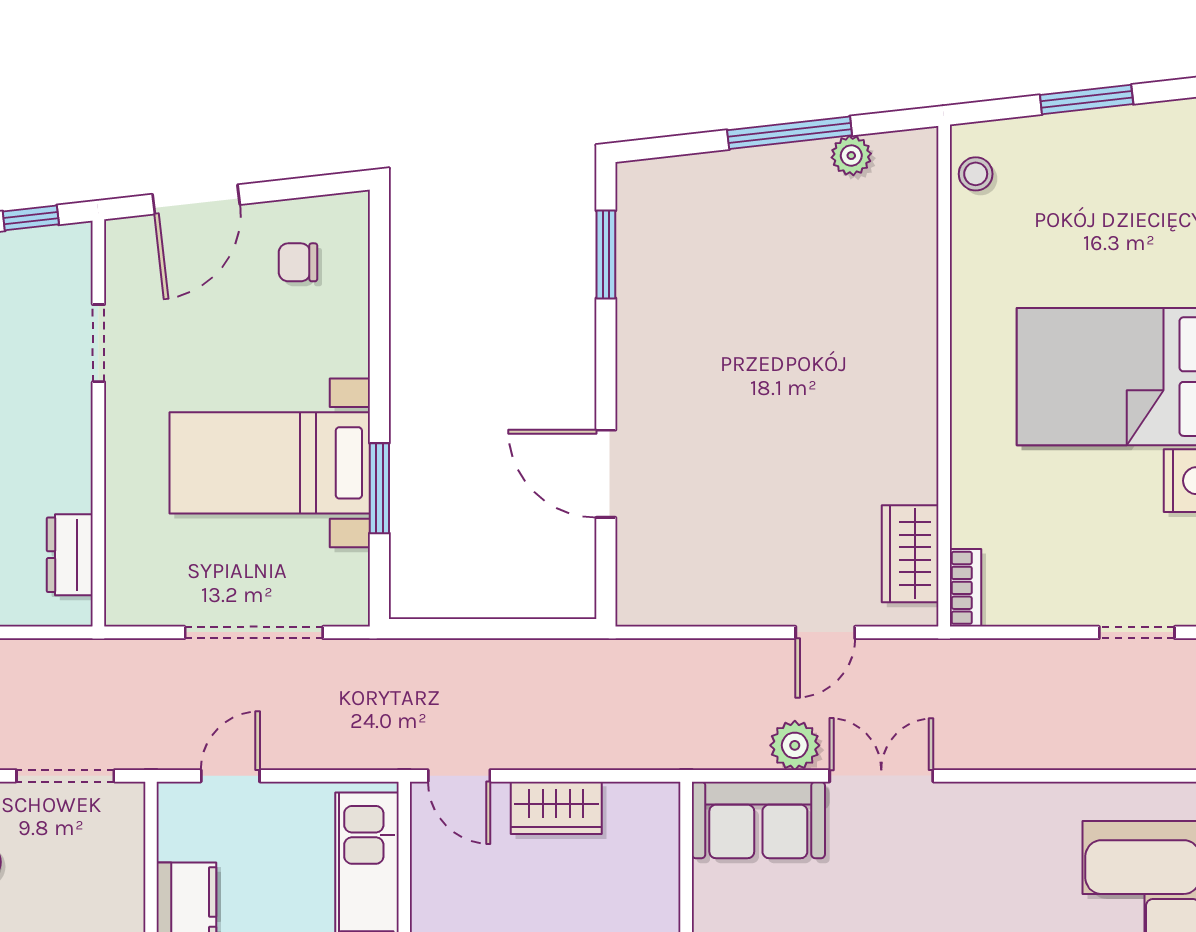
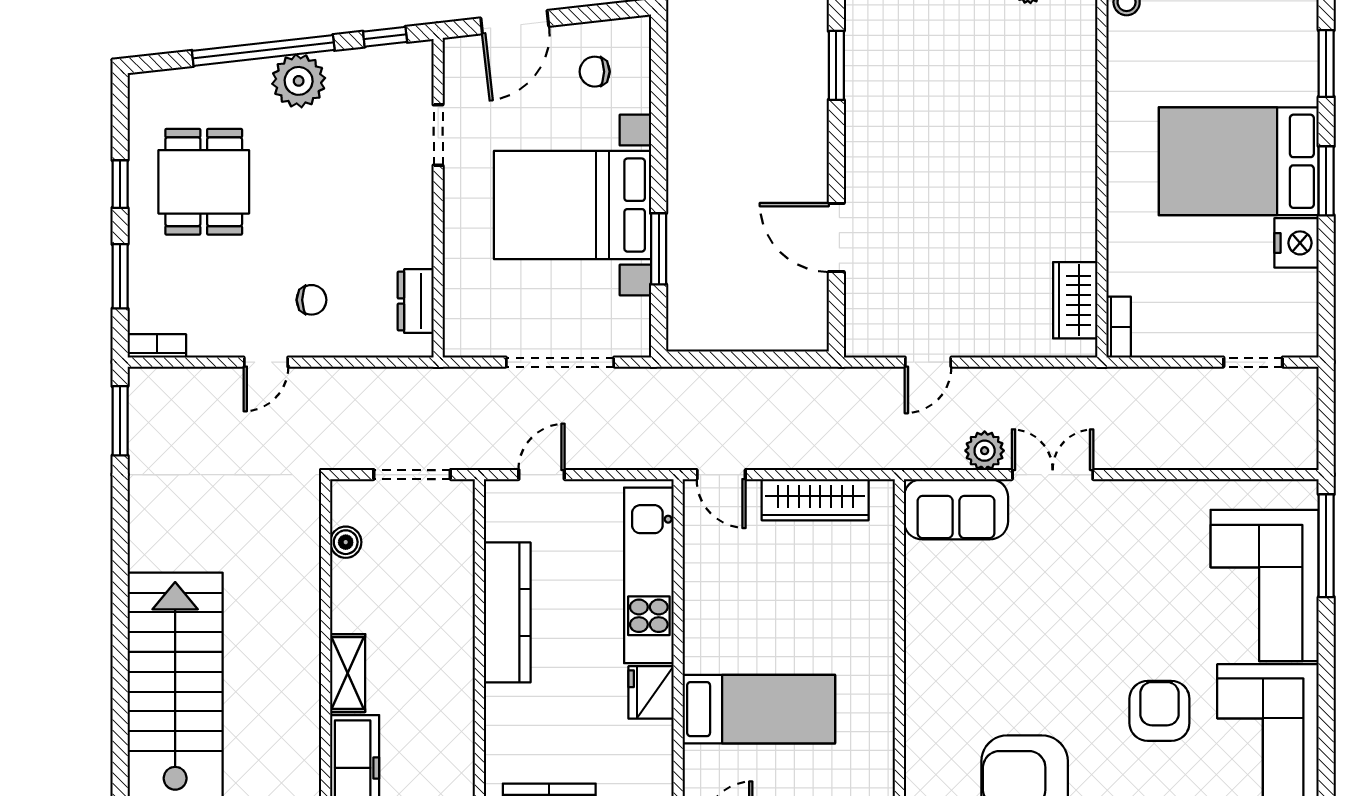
bed with nightstands: (270, 463) -> (573, 205), width x1.36
door: (825, 632) -> (928, 362), moved
wardrobe: (556, 808) -> (815, 500), width x1.50

